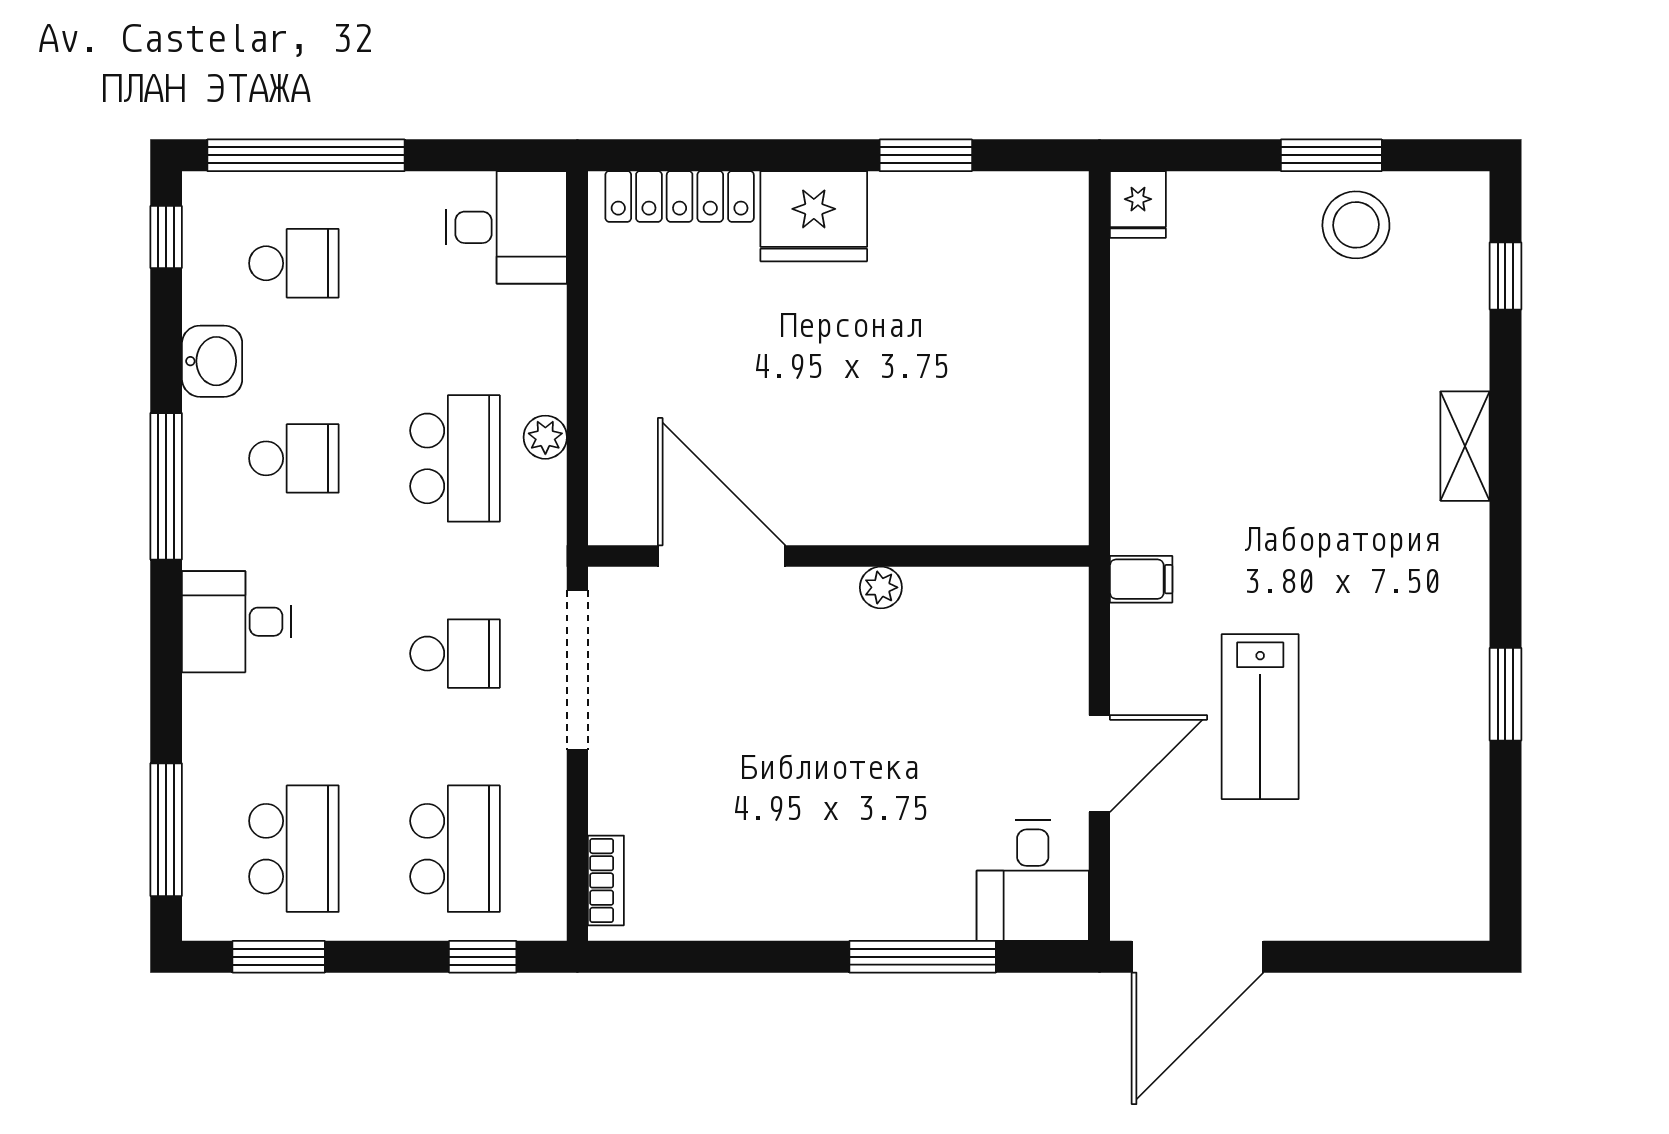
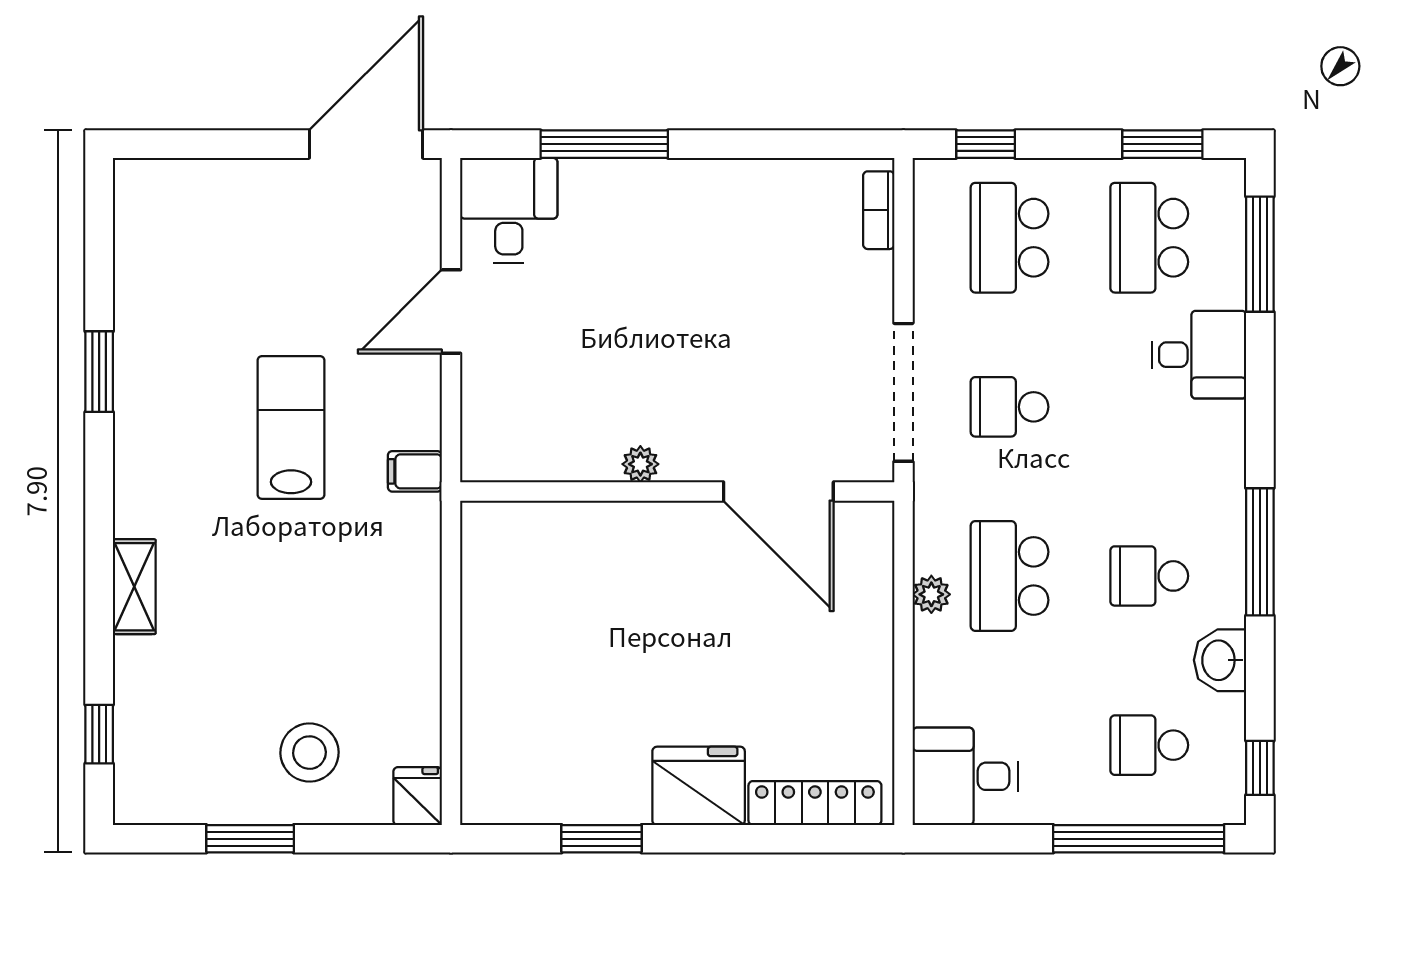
stool: (1356, 225) -> (309, 753), moved
desk: (237, 622) -> (1199, 355), moved
lab bench: (1260, 717) -> (291, 427), moved

